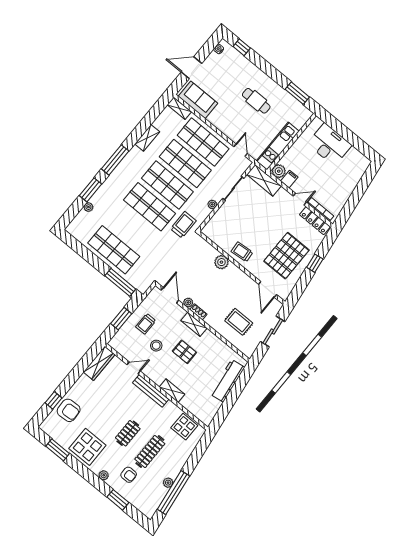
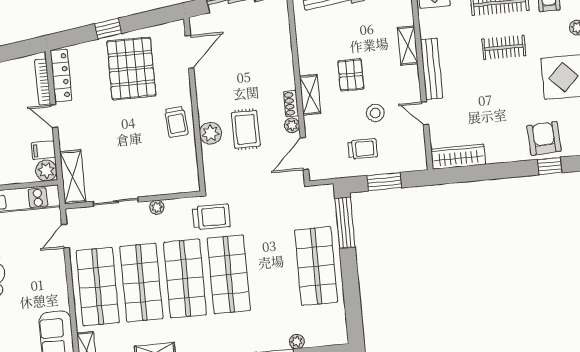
trolley: (183, 225) -> (211, 217), turned 180
pallet: (286, 256) -> (131, 68), turned 90
rug: (239, 322) -> (246, 129), moved

